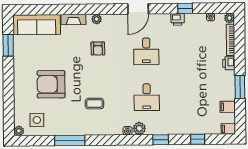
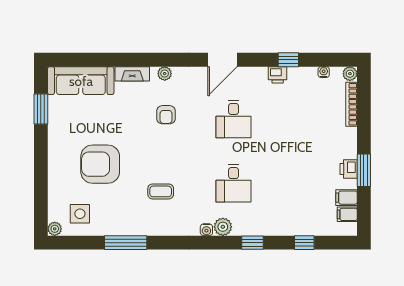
printer: (229, 63) -> (349, 169), moved
filing cabinet: (228, 129) -> (347, 214), moved

